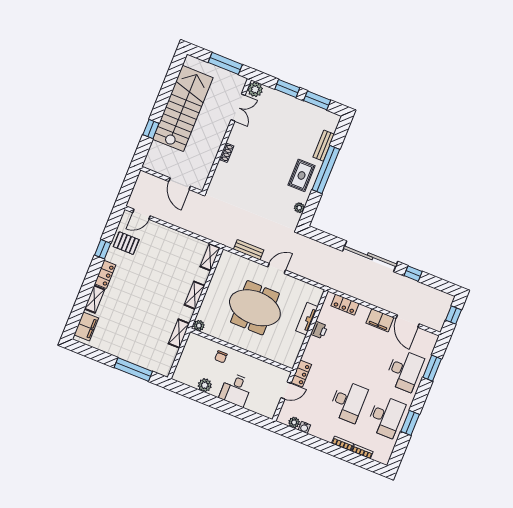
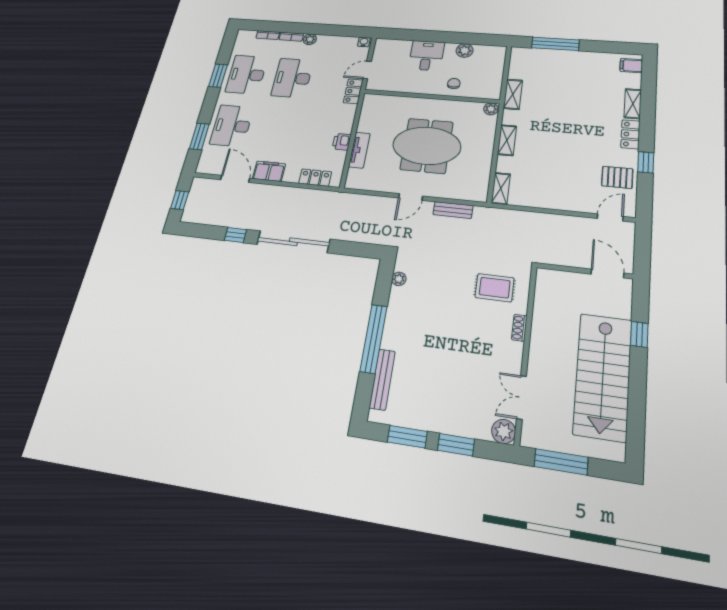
bench: (324, 146) -> (382, 379), width x1.36
rug: (302, 175) -> (495, 288), moved, turned 90
door: (180, 184) -> (607, 274), moved
filing cabinet: (86, 326) -> (631, 66), width x0.50
plant: (294, 422) -> (310, 39), moved
water cooler: (304, 427) -> (364, 42), moved

